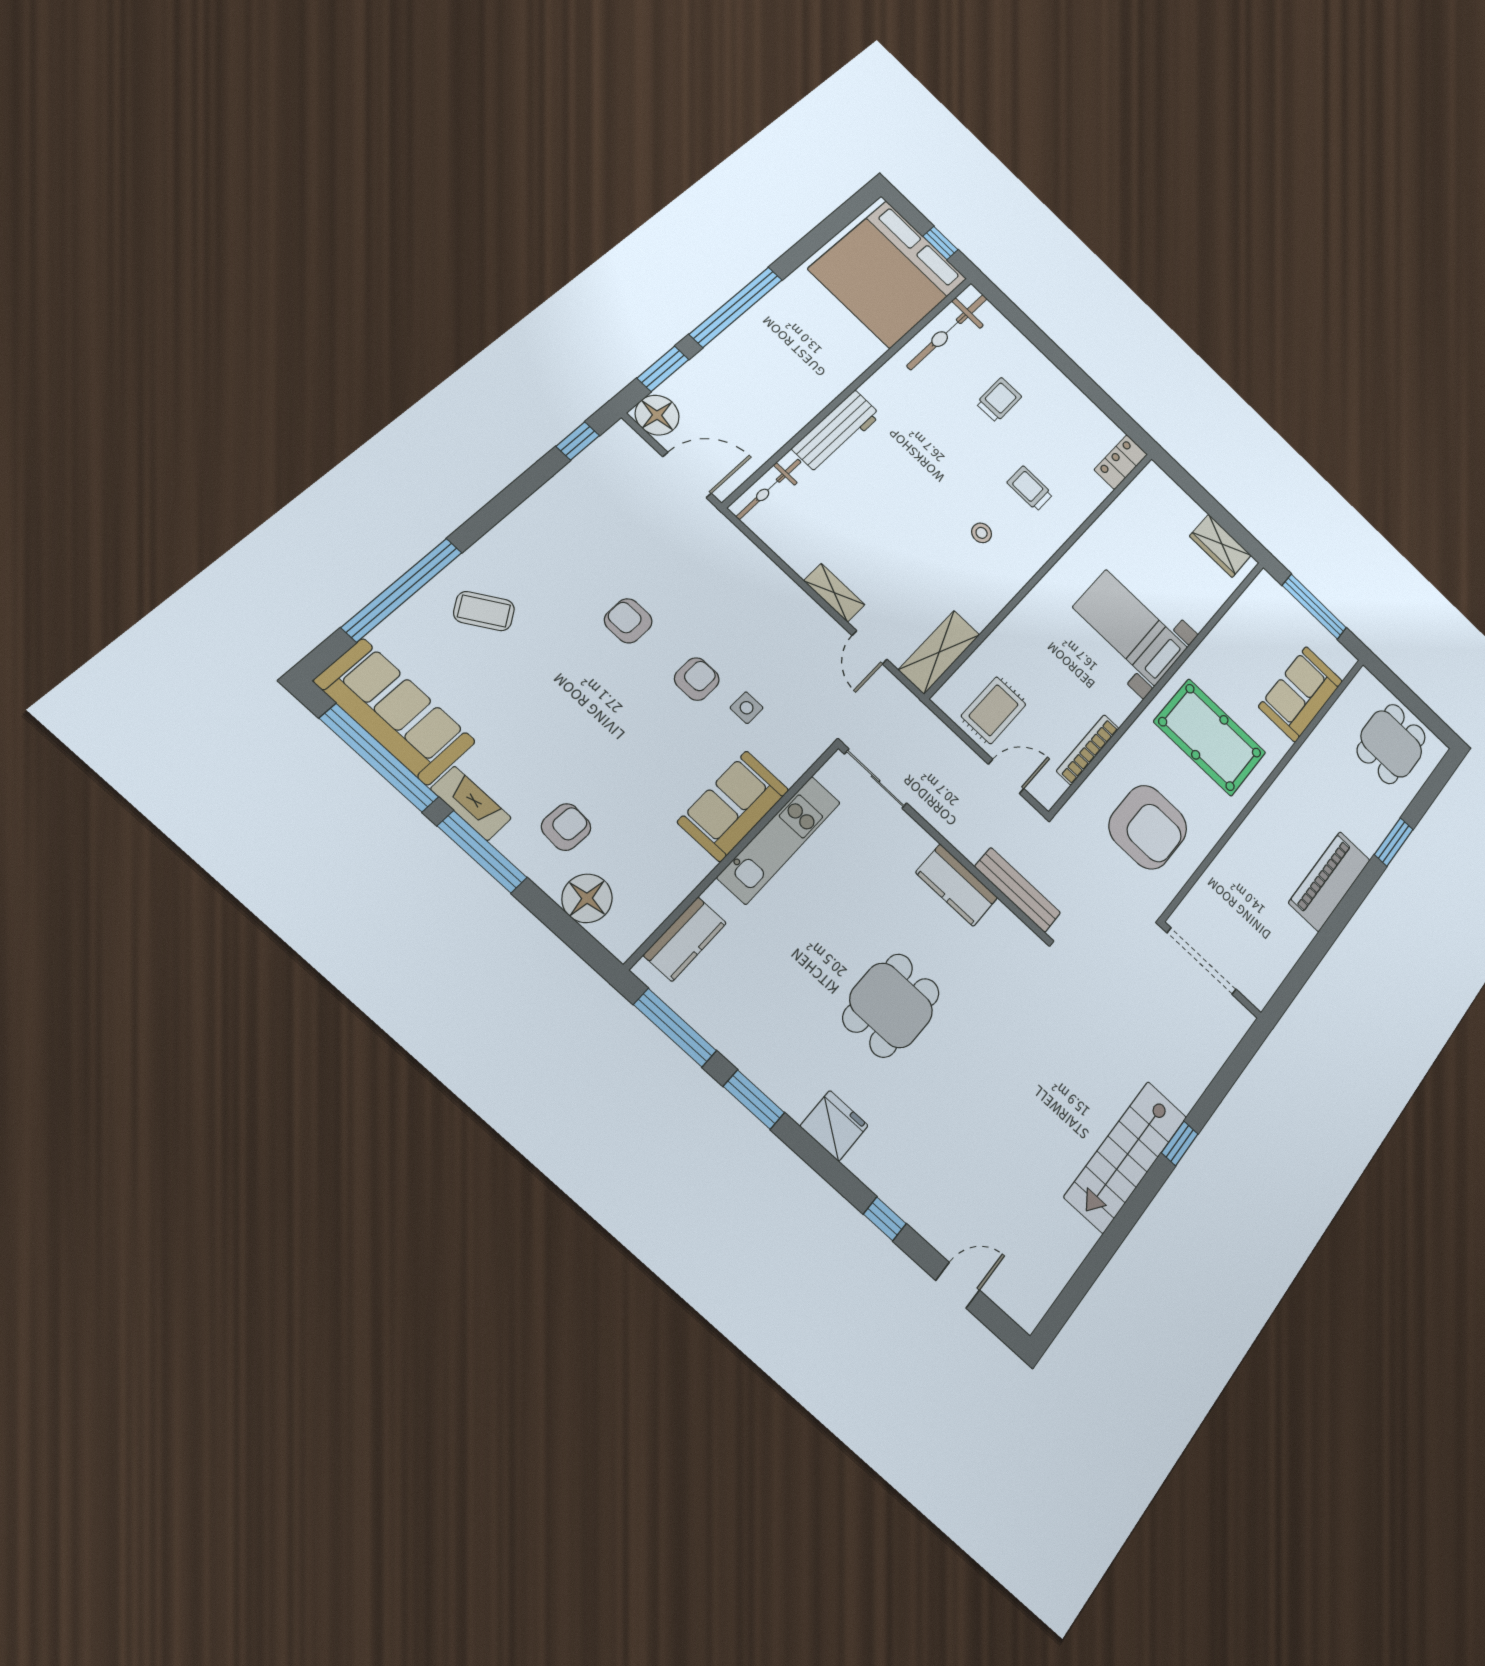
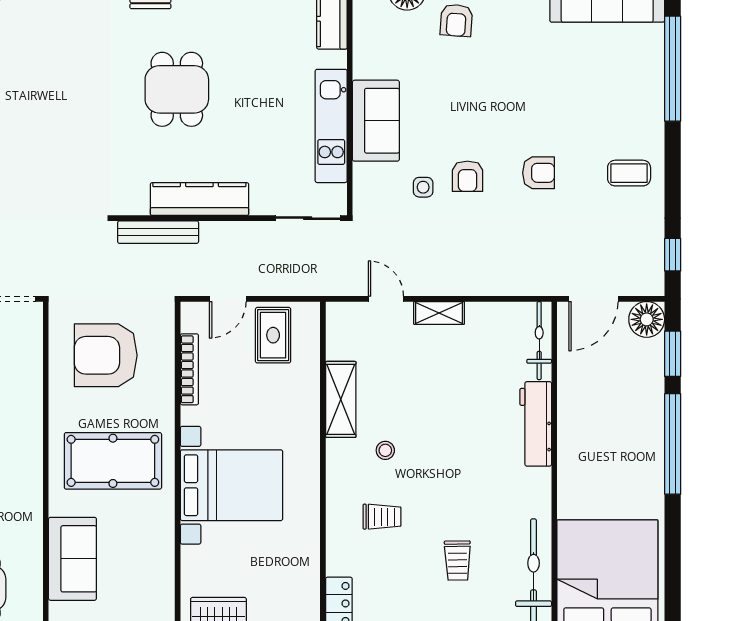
coffee table: (484, 611) -> (629, 173), moved, turned 33
bed with nightstands: (1130, 628) -> (232, 485), width x1.36
shelving: (939, 652) -> (341, 399), moved
kitchen counter: (957, 885) -> (199, 199), width x1.50

